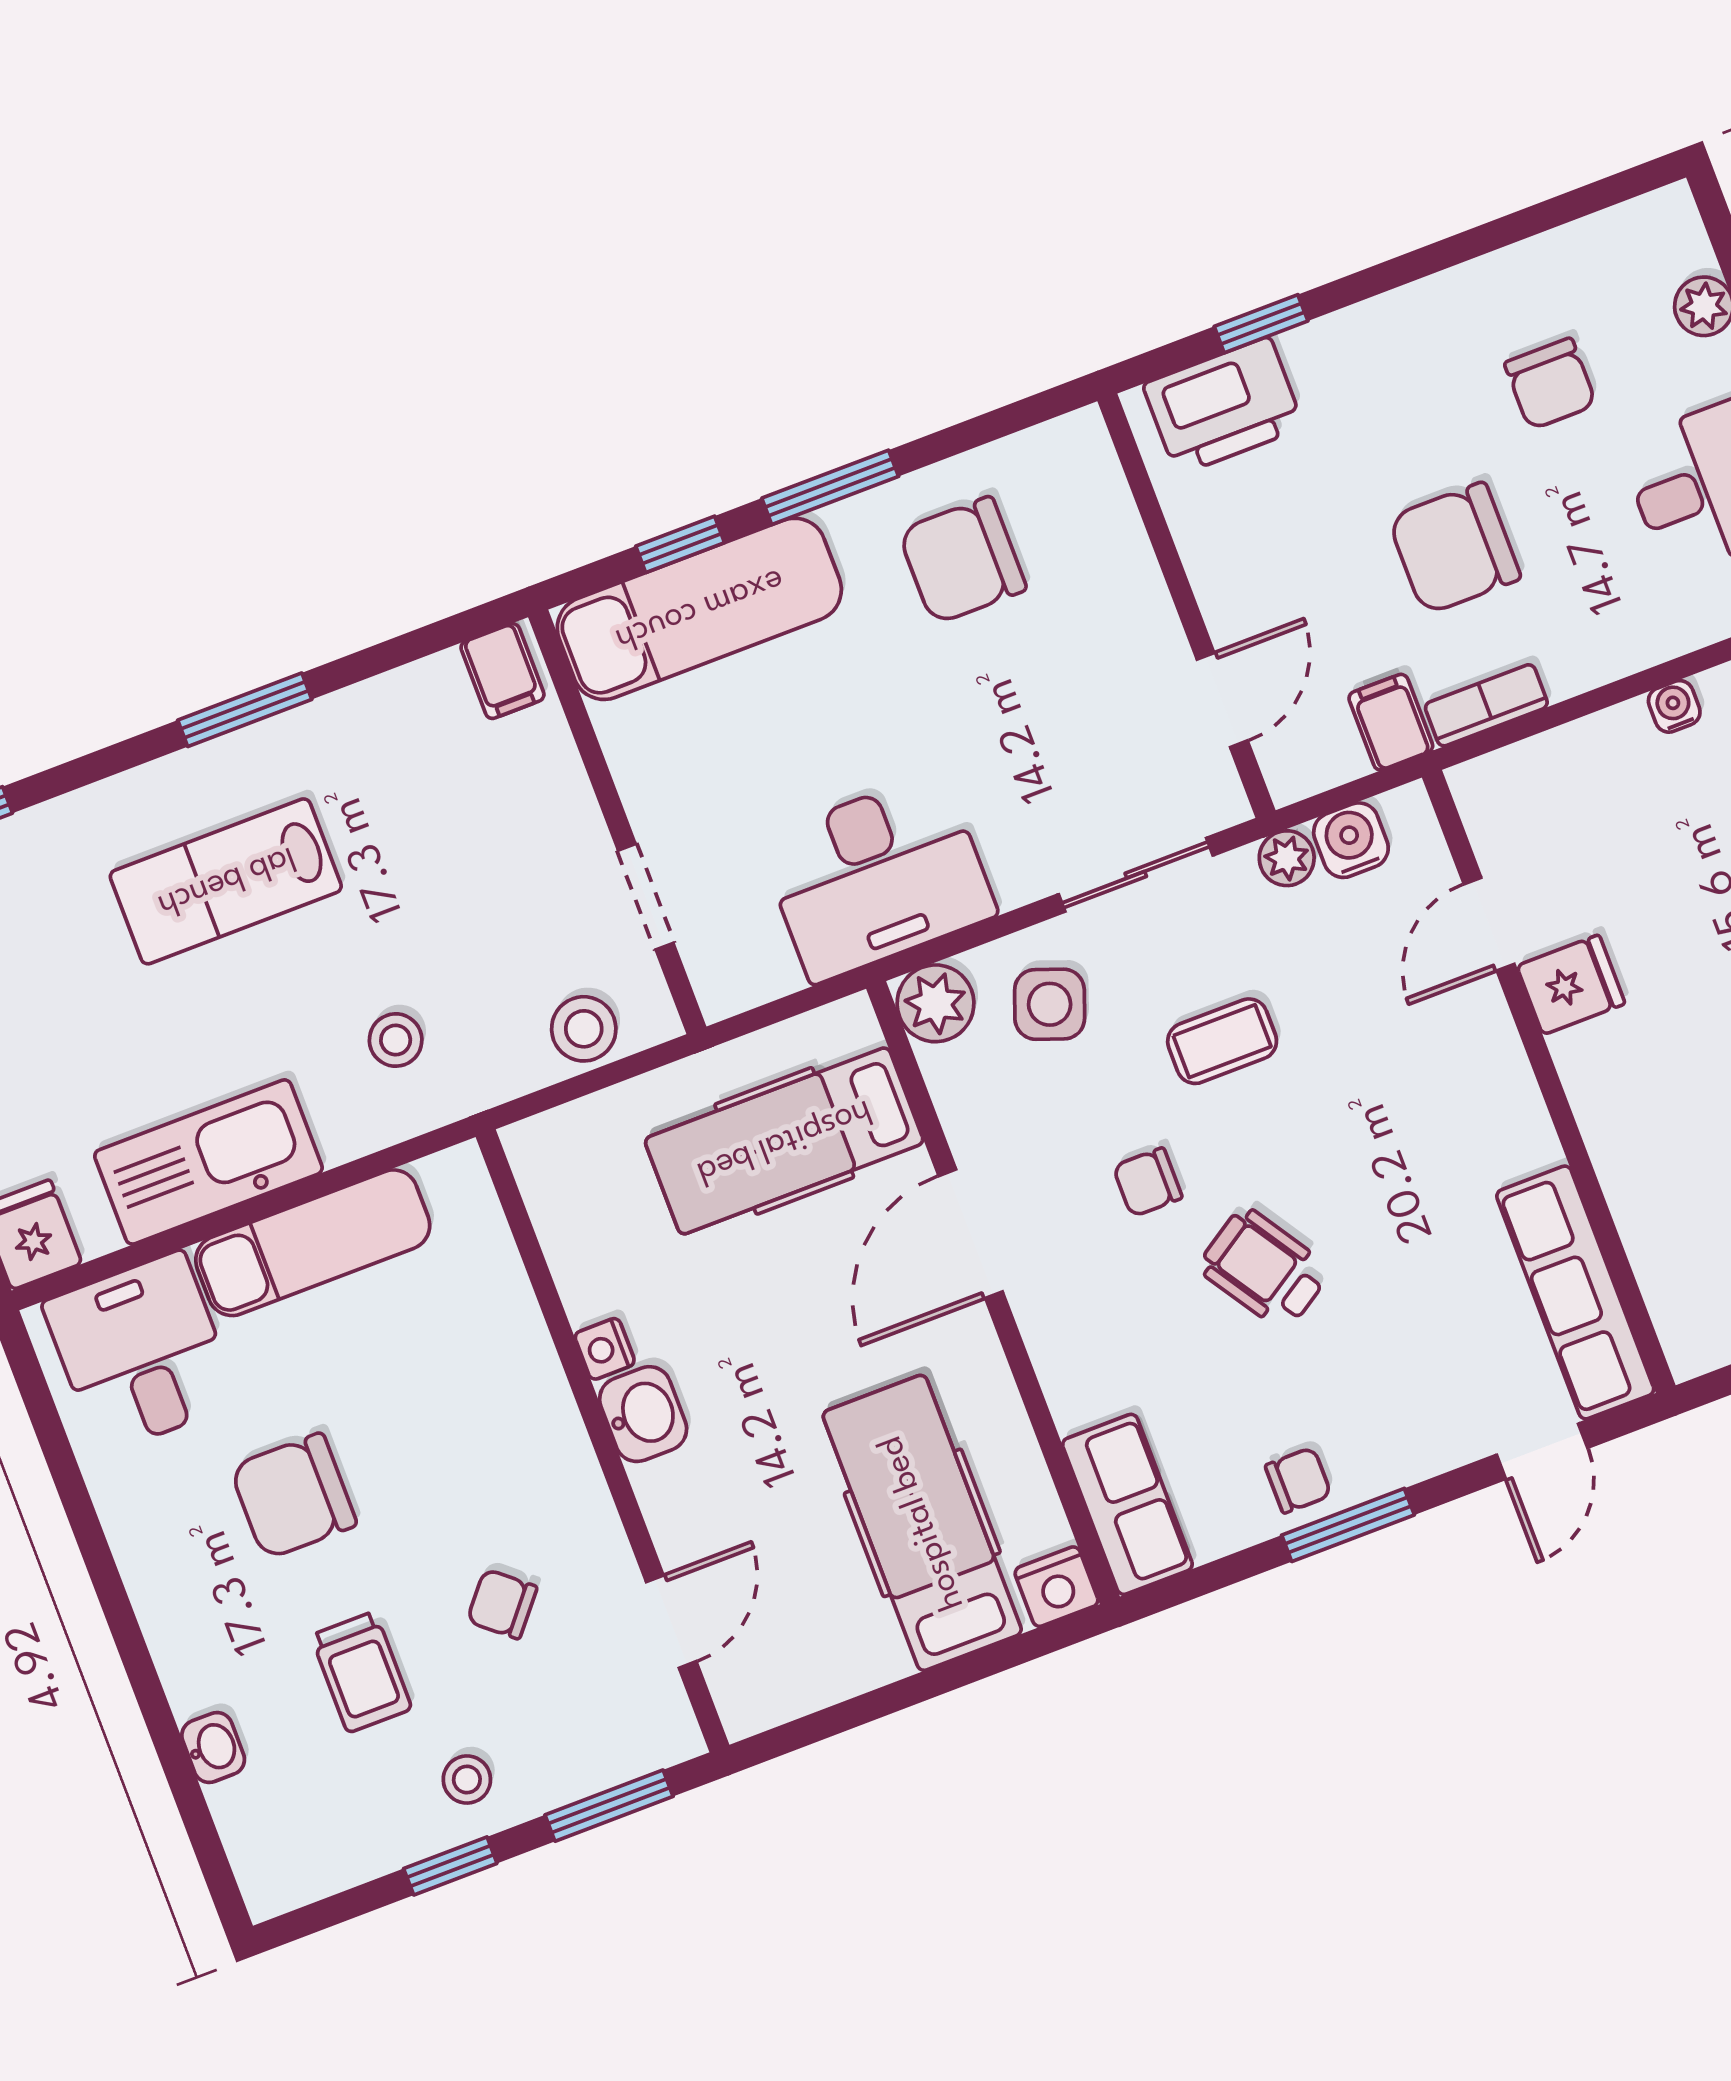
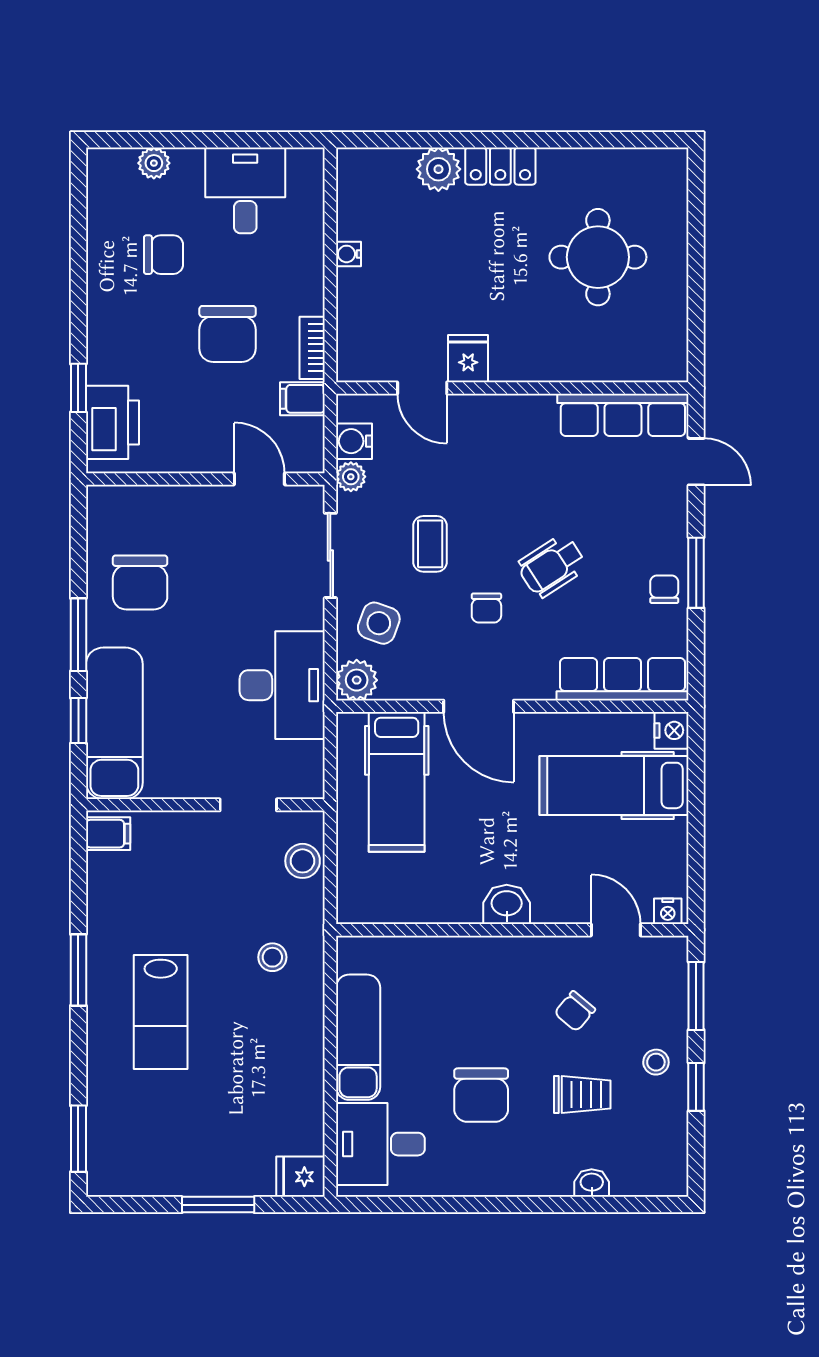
kitchen sink: (208, 1162) -> (298, 1074), removed
nightstand: (605, 1349) -> (668, 911), moved
row of seats: (1127, 1504) -> (623, 679), width x1.48

